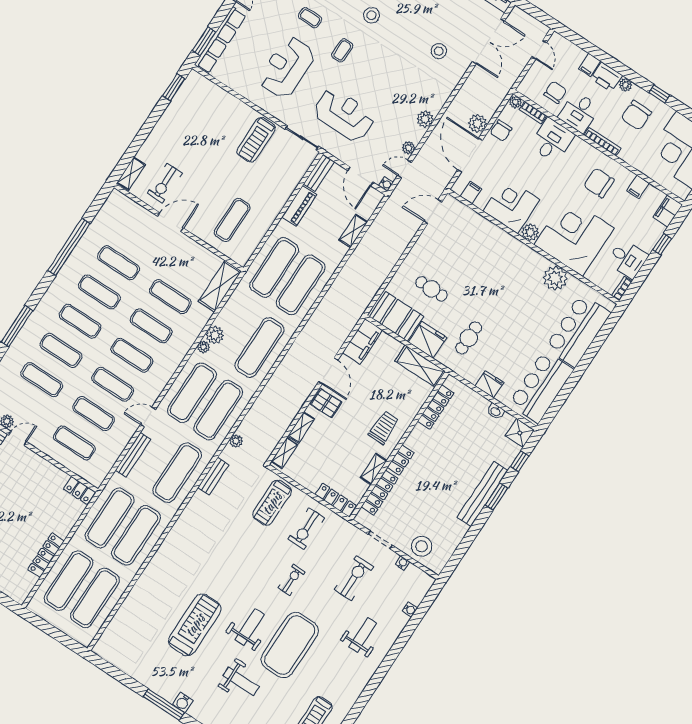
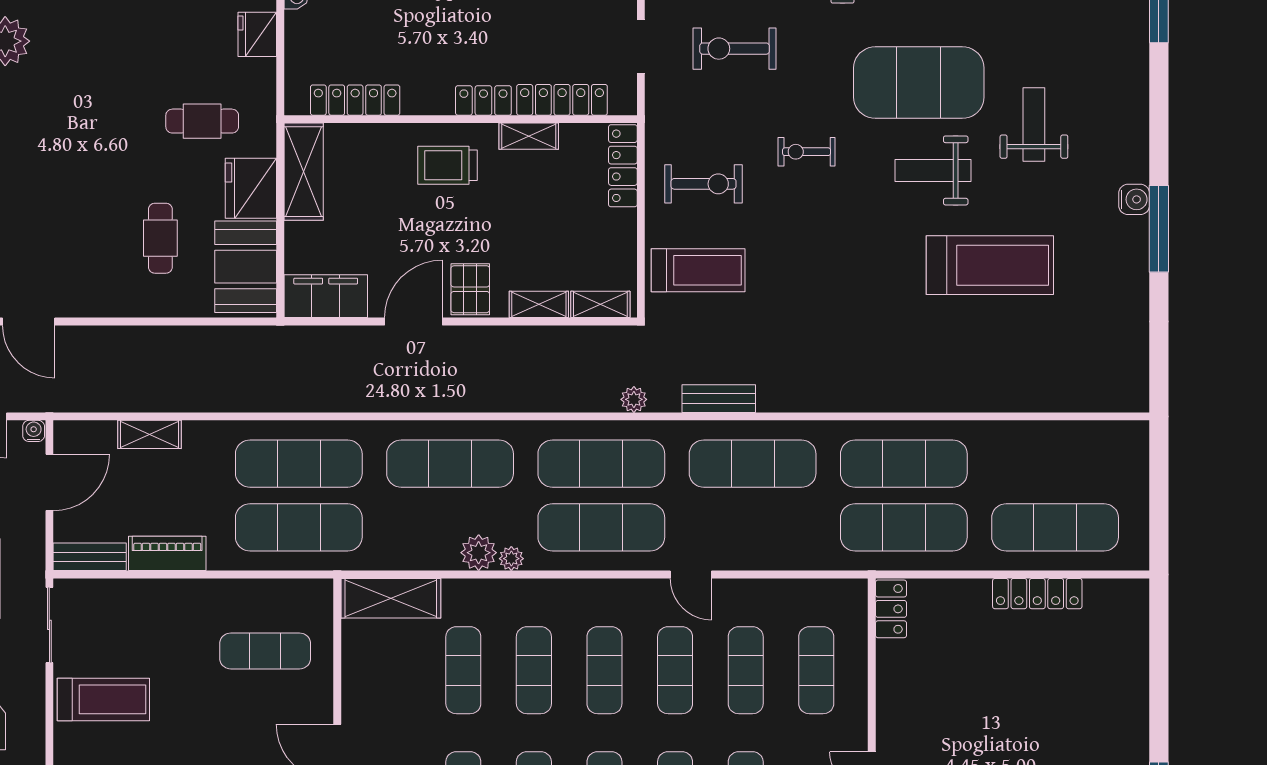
bench: (133, 455) -> (771, 558), removed
exercise mat: (95, 598) -> (1055, 464), removed
treadmill: (195, 625) -> (990, 265), turned 180

